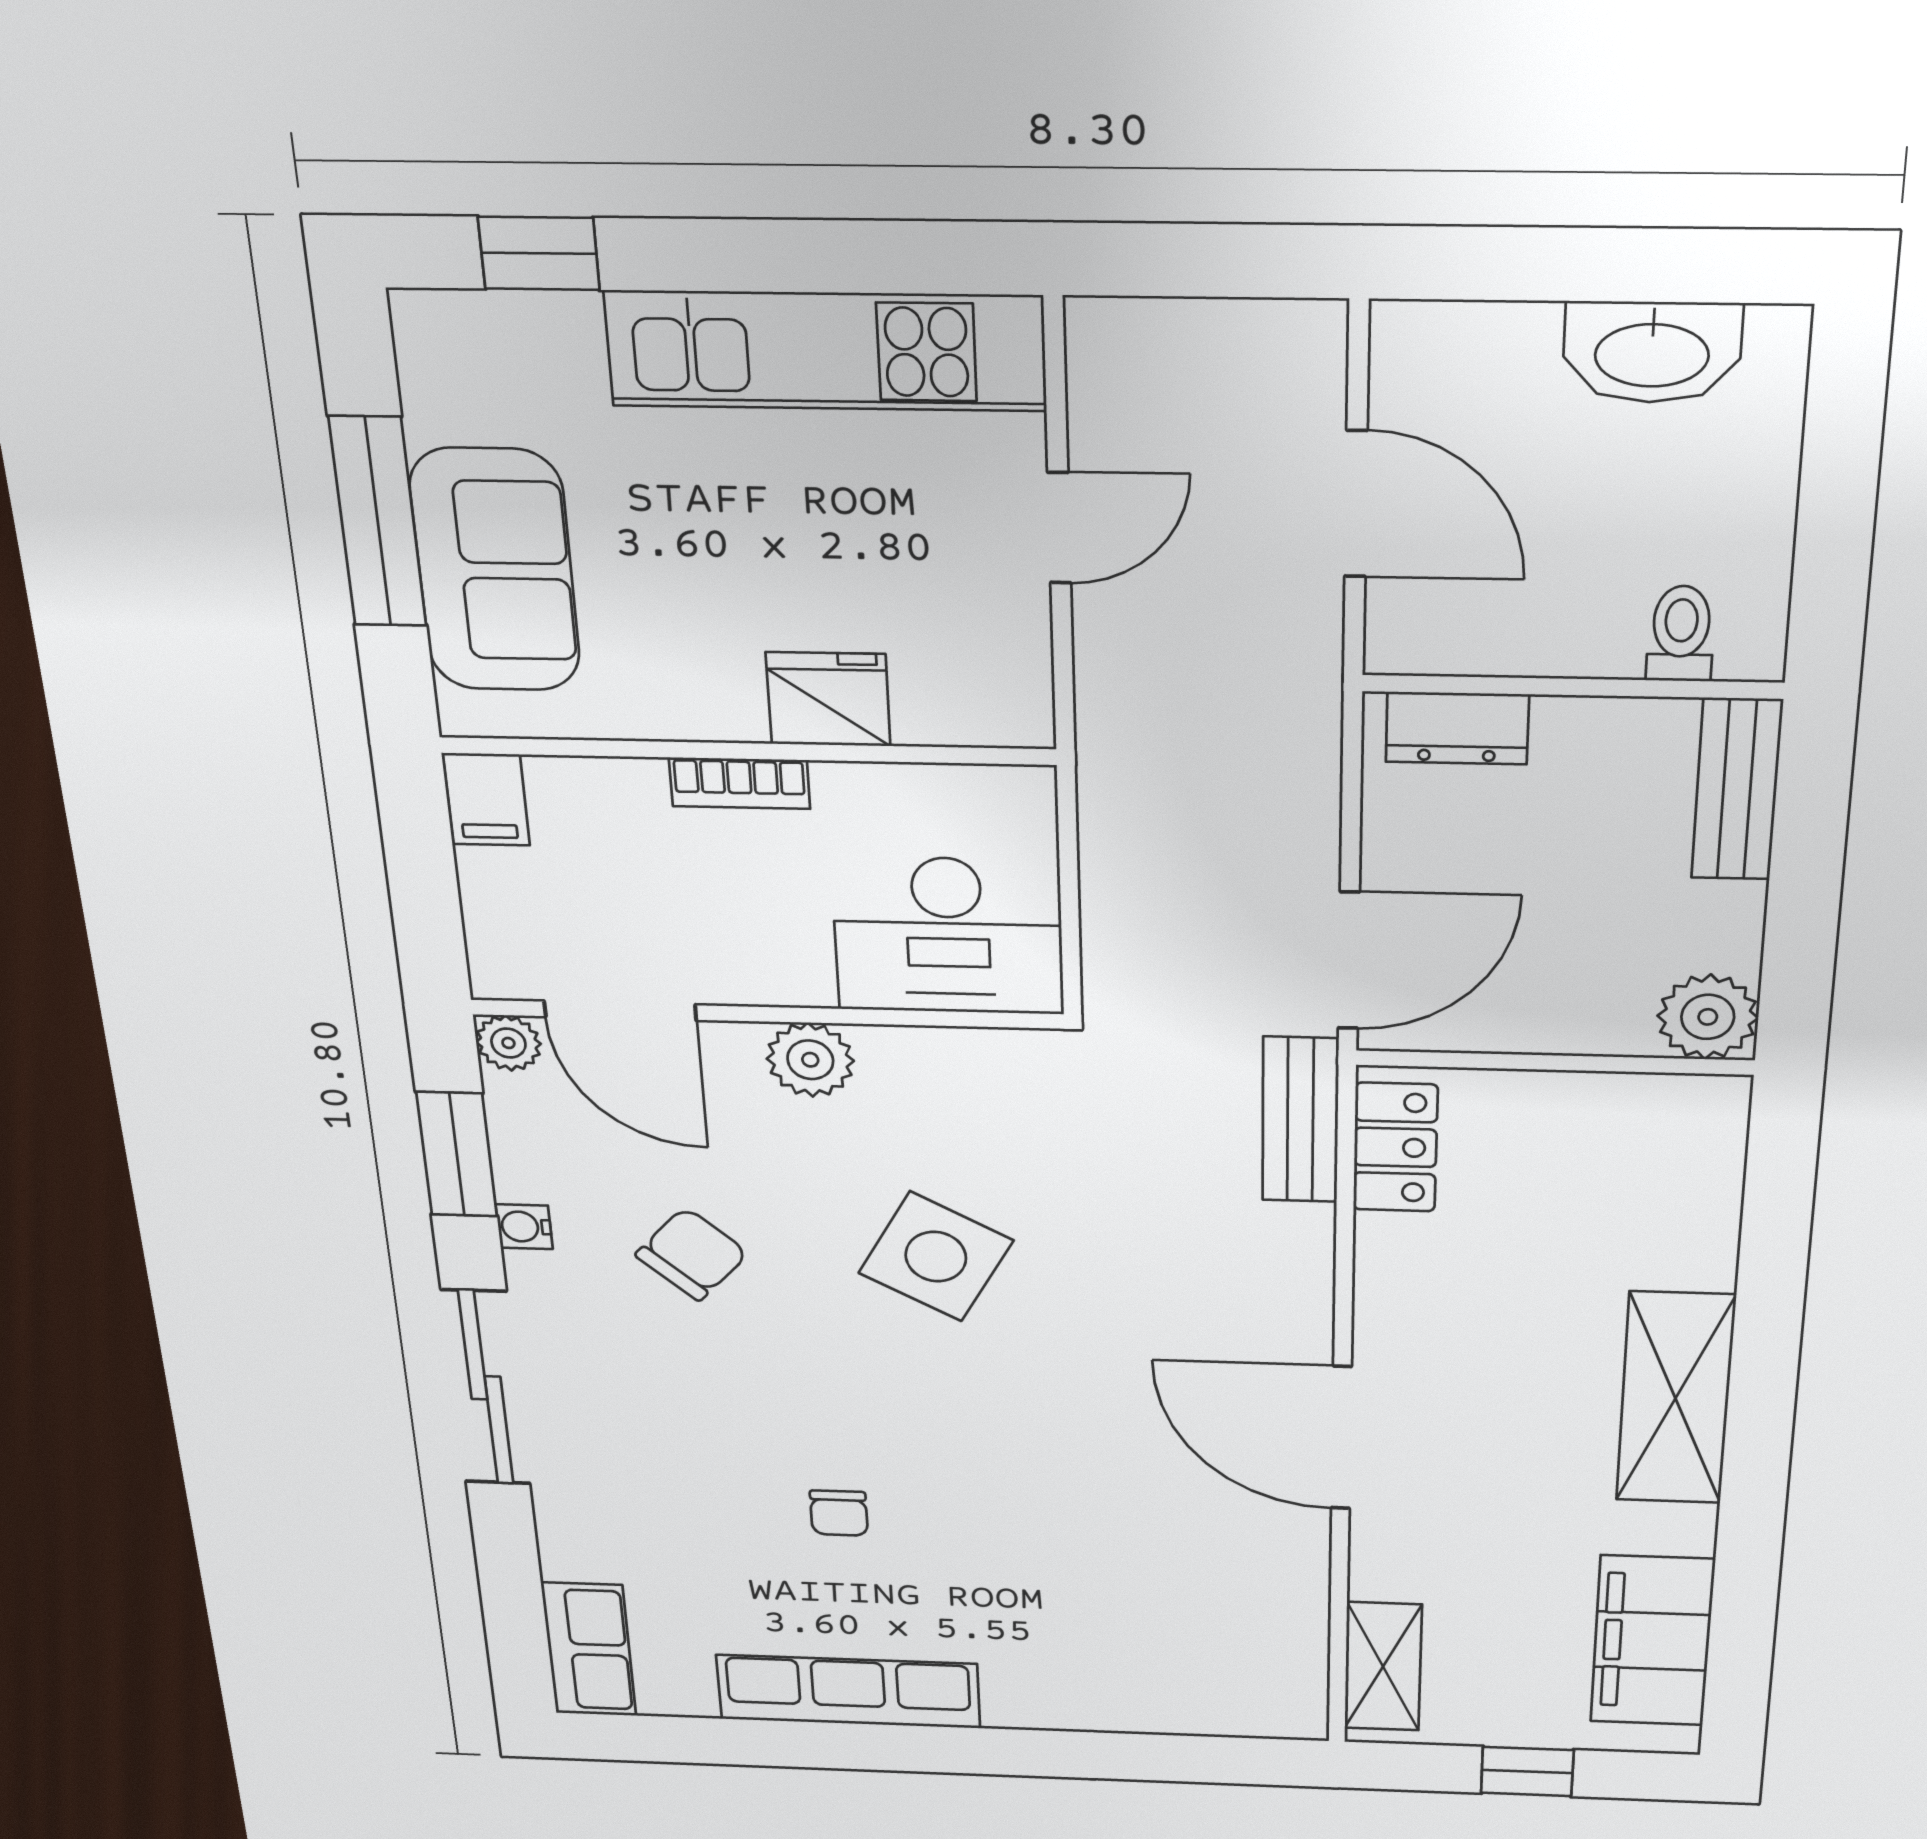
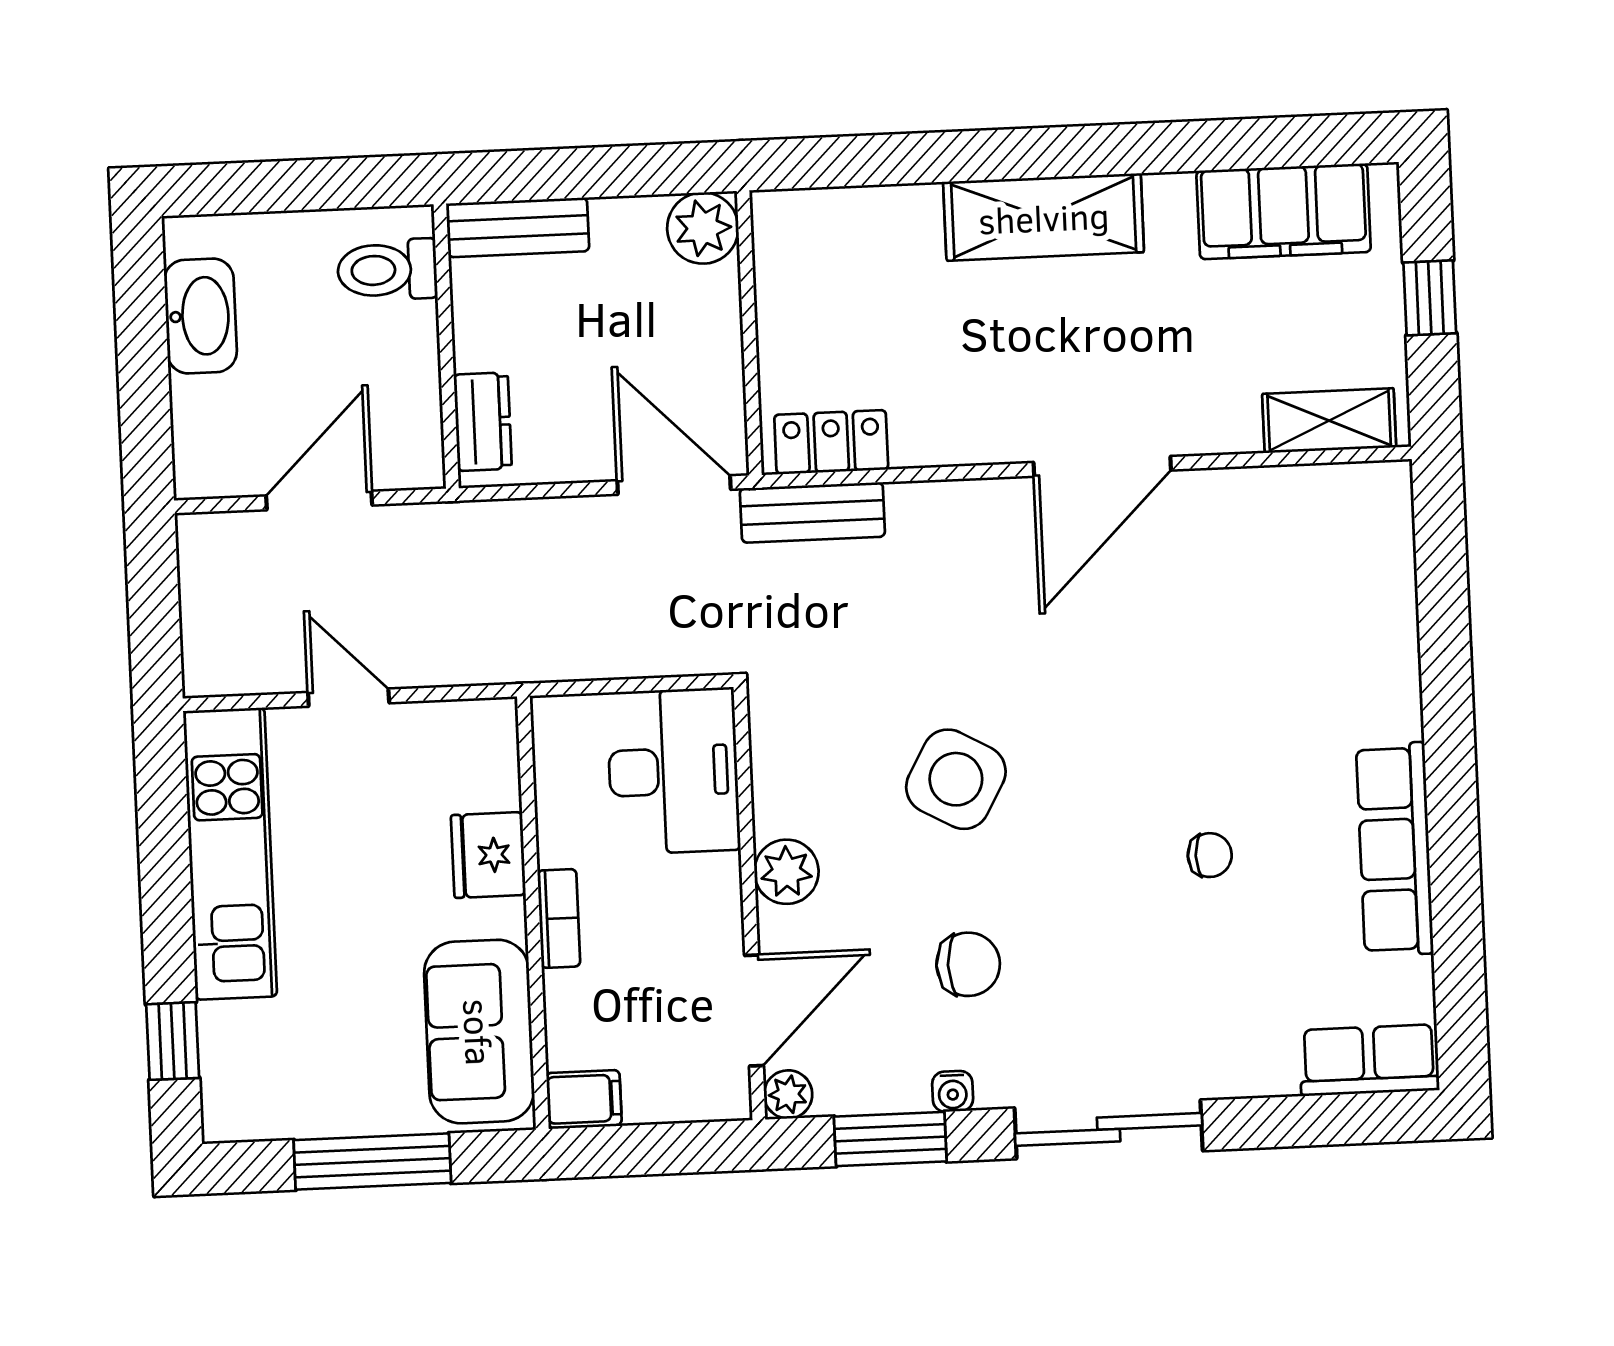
sofa: (495, 571) -> (479, 1032), moved, turned -90
toilet: (1681, 634) -> (387, 270), width x1.37, depth x1.39
chair: (692, 1254) -> (968, 964), turned 138

